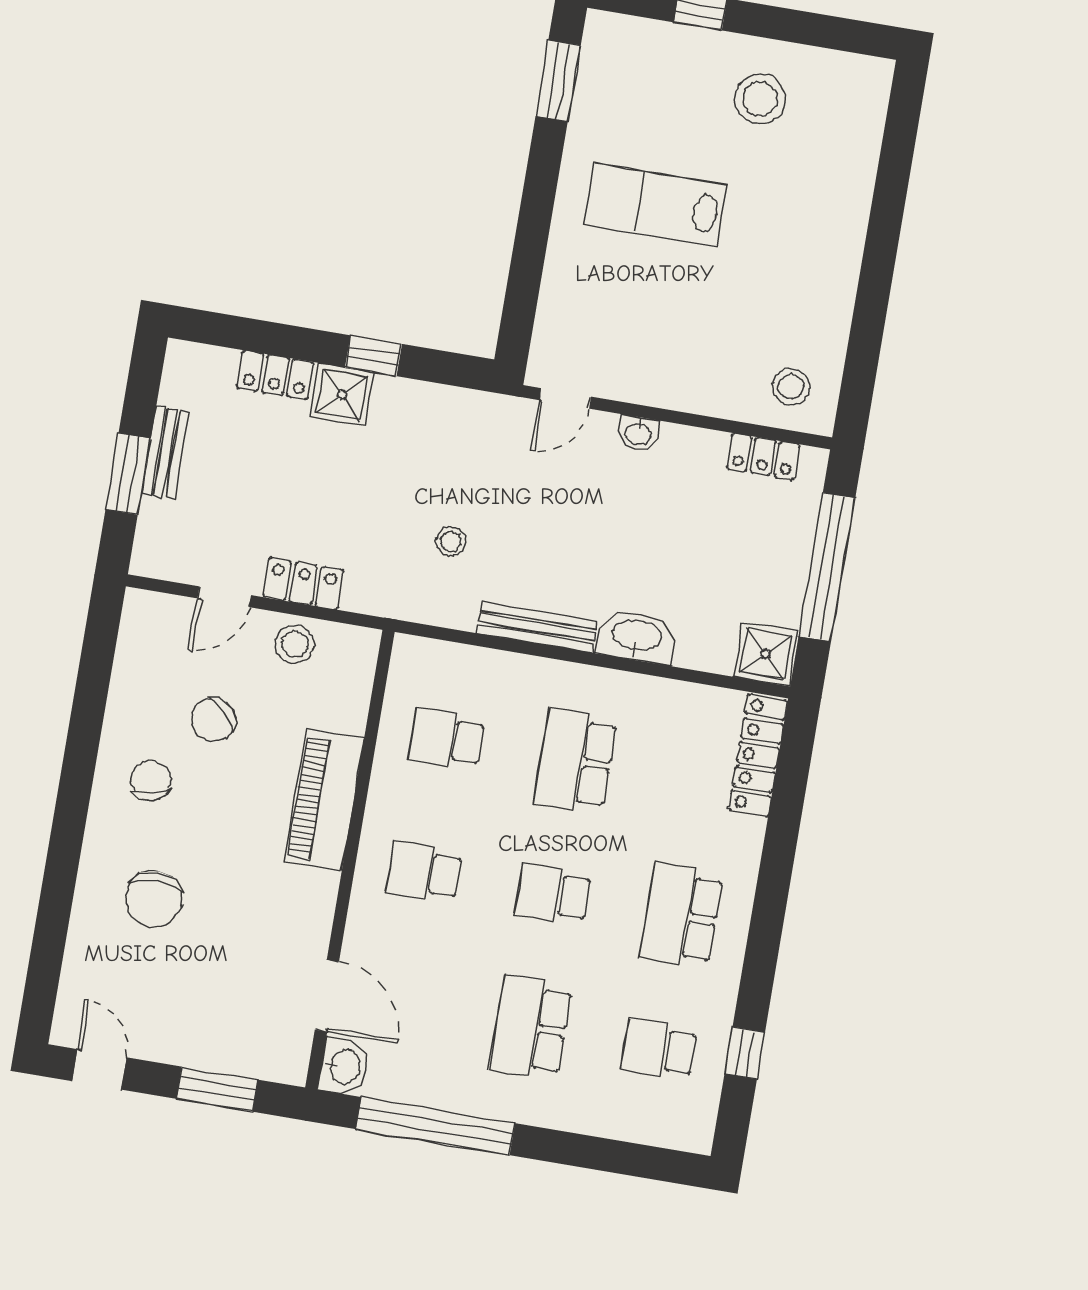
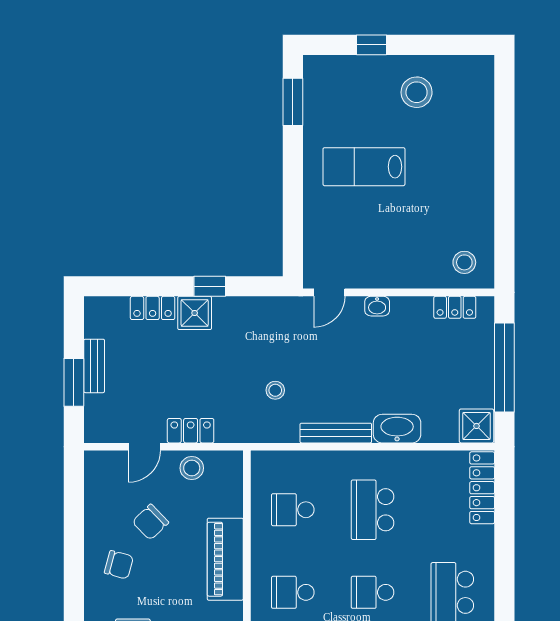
chair: (151, 780) -> (119, 565), turned 120

